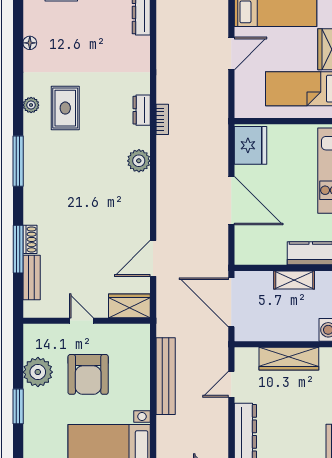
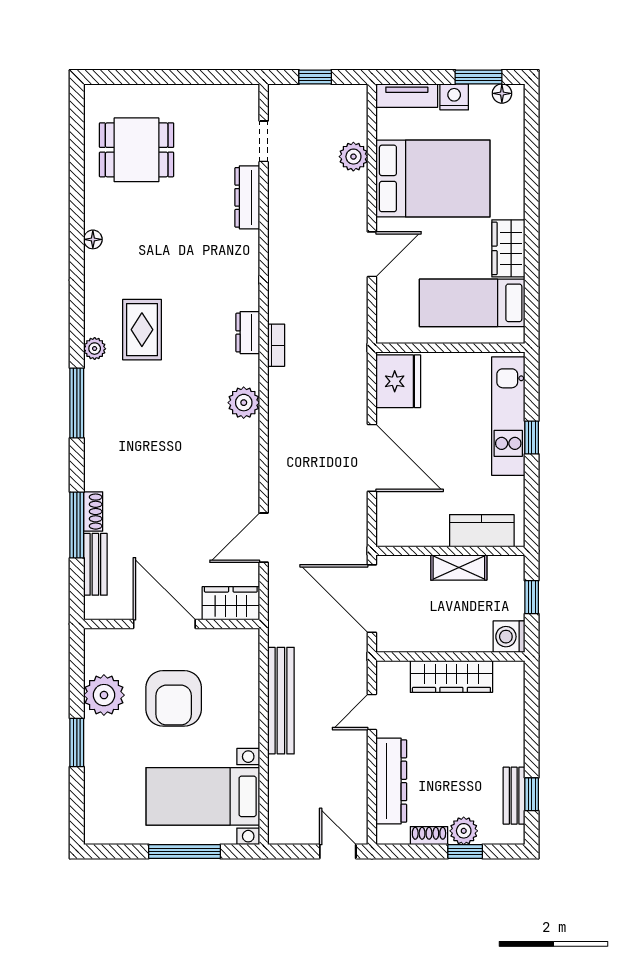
plant: (31, 105) -> (95, 349), moved
door: (81, 321) -> (164, 624), width x1.87

